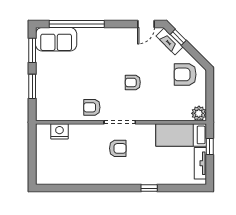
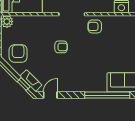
armchair: (185, 74) -> (18, 53), turned -90
armchair: (92, 107) -> (95, 26), turned 180

